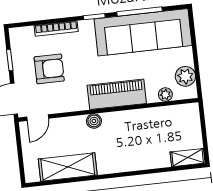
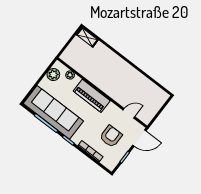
armchair: (49, 69) -> (111, 136), turned 90
door: (38, 118) -> (129, 113), moved
boiler: (94, 121) -> (113, 94), removed
shelving: (68, 167) -> (145, 85), removed

